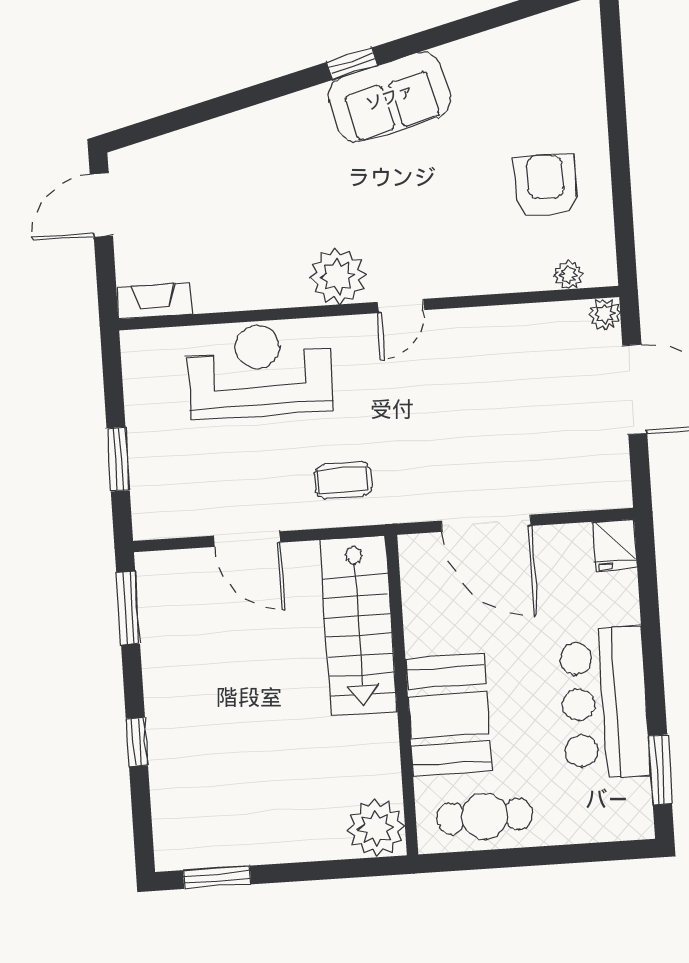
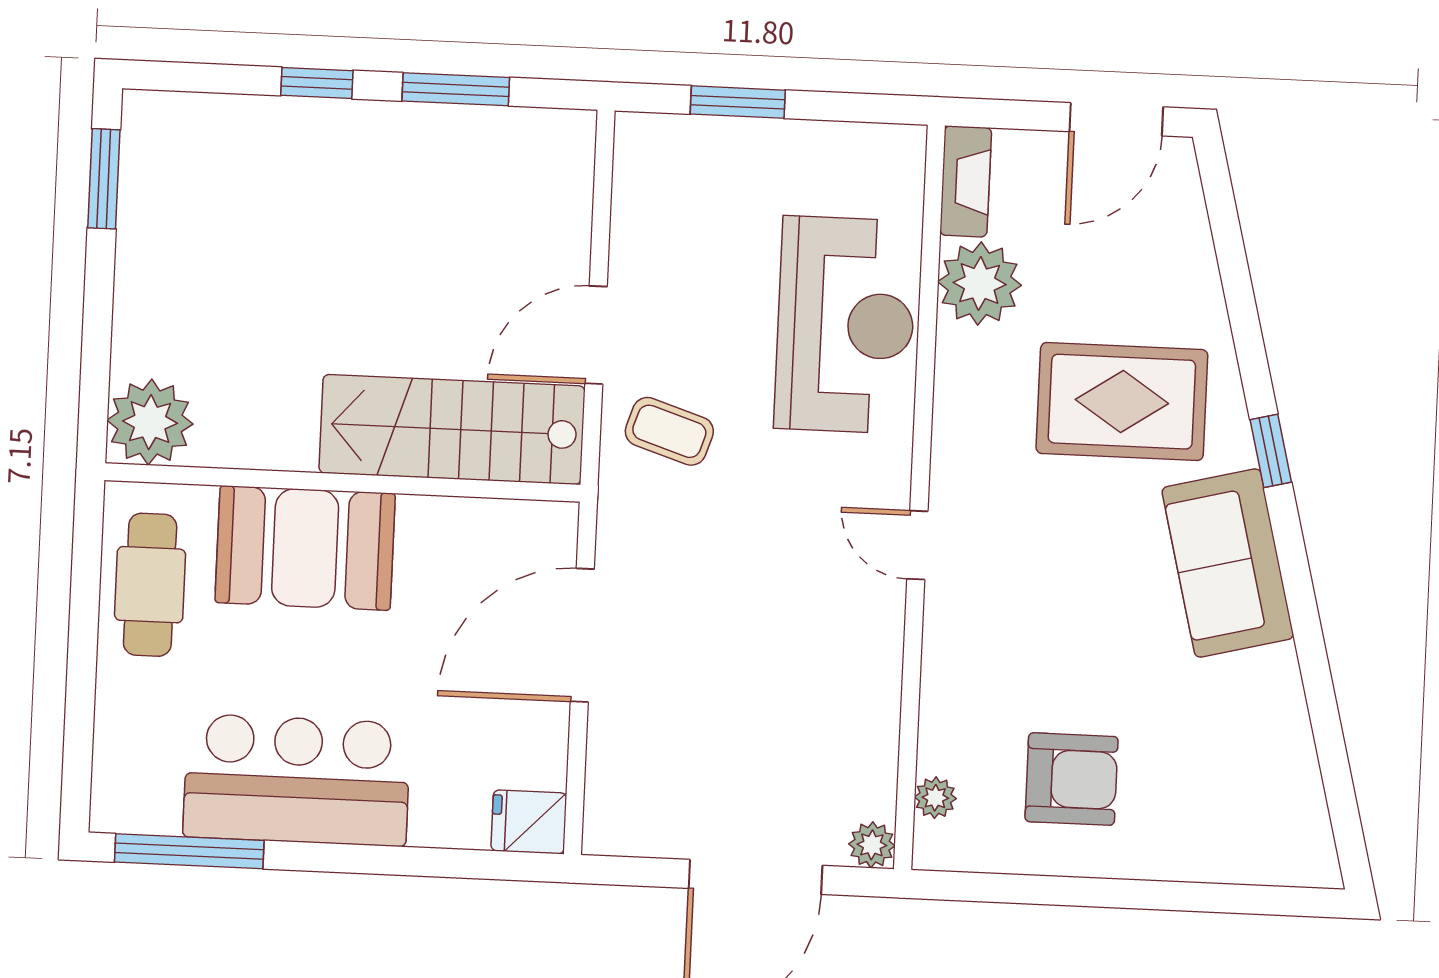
window: (352, 64) -> (1271, 451), moved
rug: (290, 180) -> (1122, 402), added
door: (101, 205) -> (1116, 119), swing flipped
plant: (337, 276) -> (980, 283), moved
coffee table: (343, 480) -> (669, 431), turned -72
door: (247, 539) -> (596, 335), moved
window: (128, 608) -> (456, 89), moved
window: (660, 770) -> (189, 851), width x1.44

